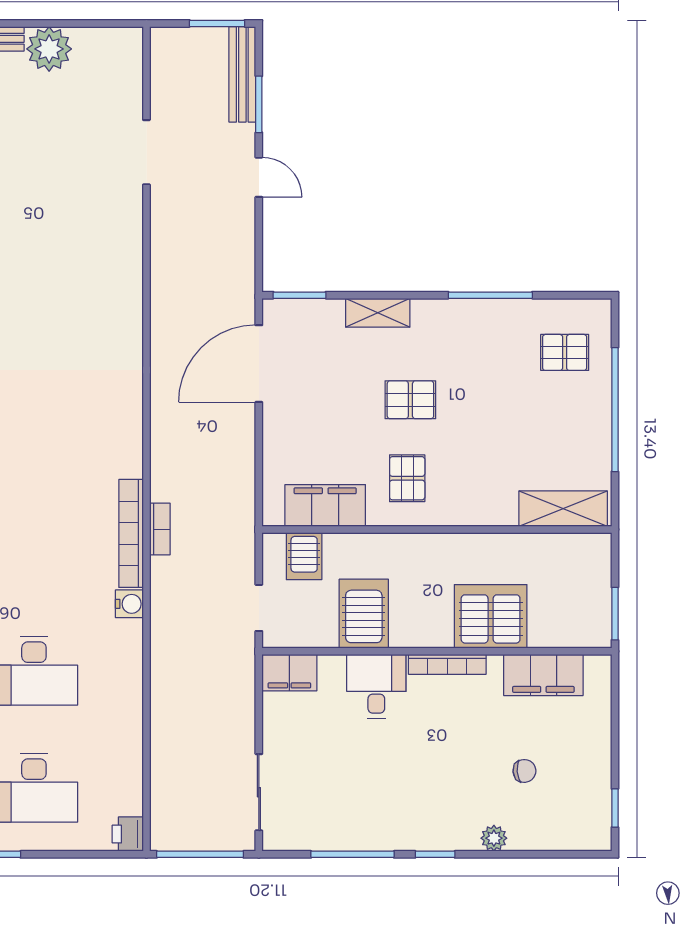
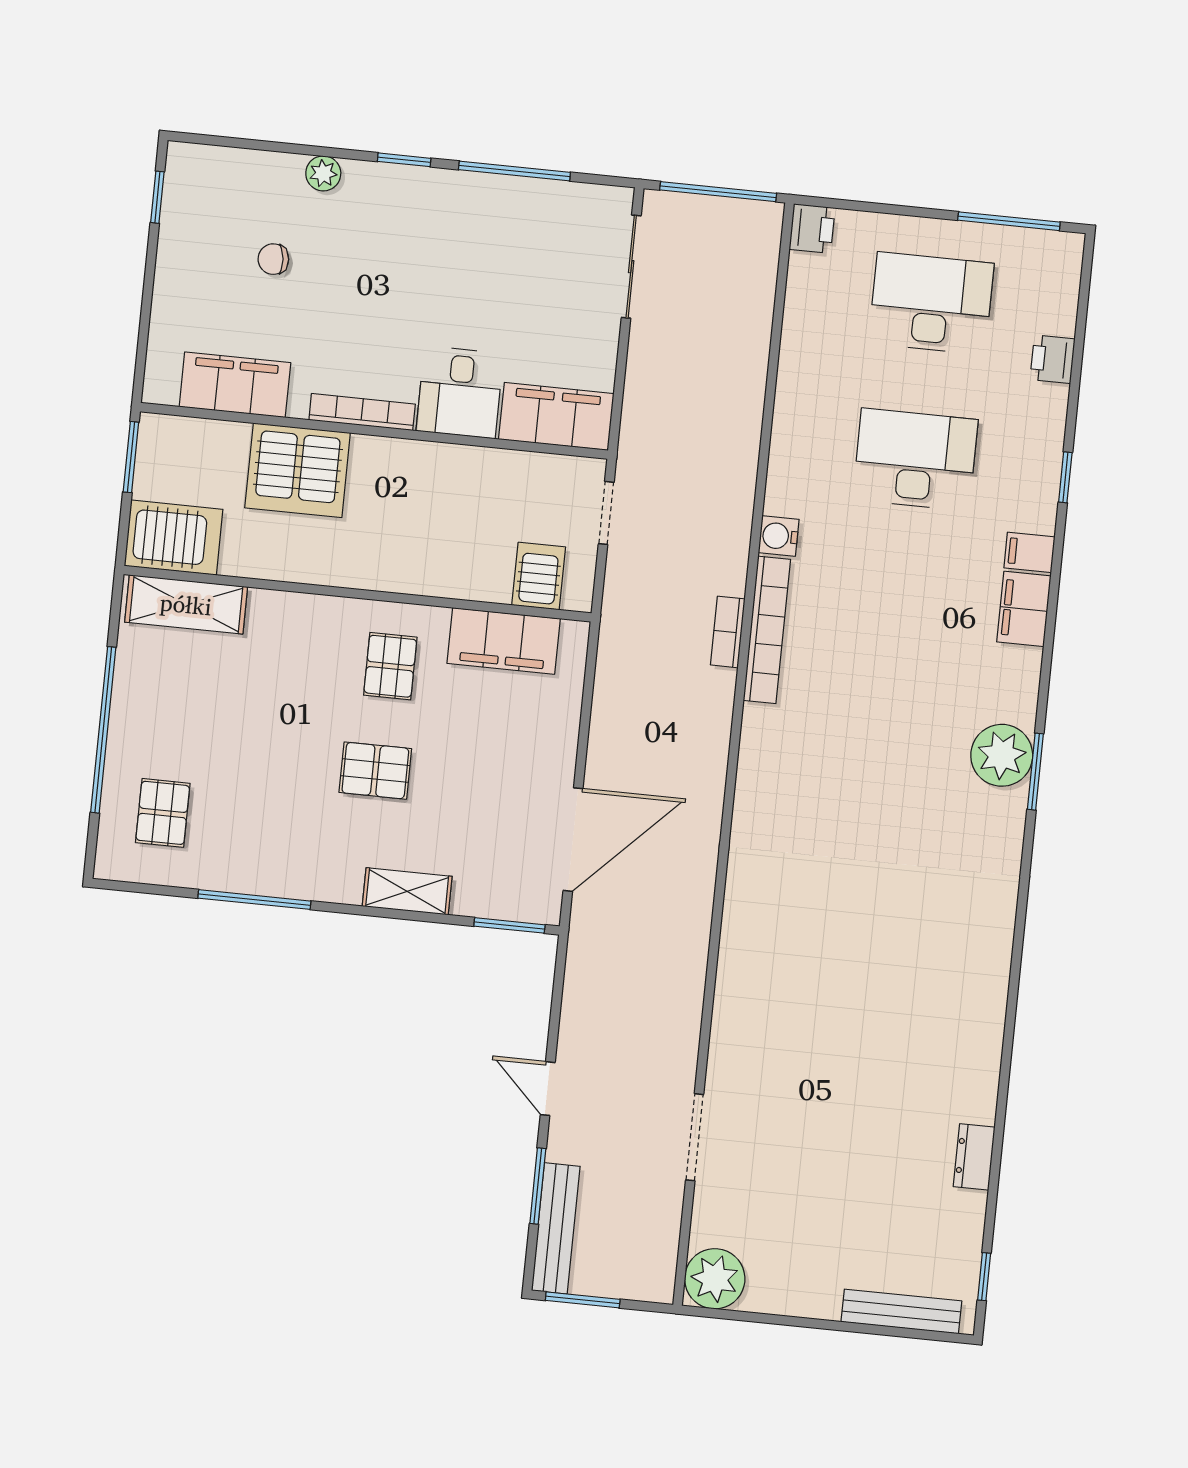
plant: (49, 49) -> (715, 1279), moved
pallet: (565, 352) -> (163, 813), turned 90
server rack: (364, 614) -> (174, 538), moved, turned -90
filing cabinet: (289, 673) -> (556, 416), width x1.50, depth x1.17

